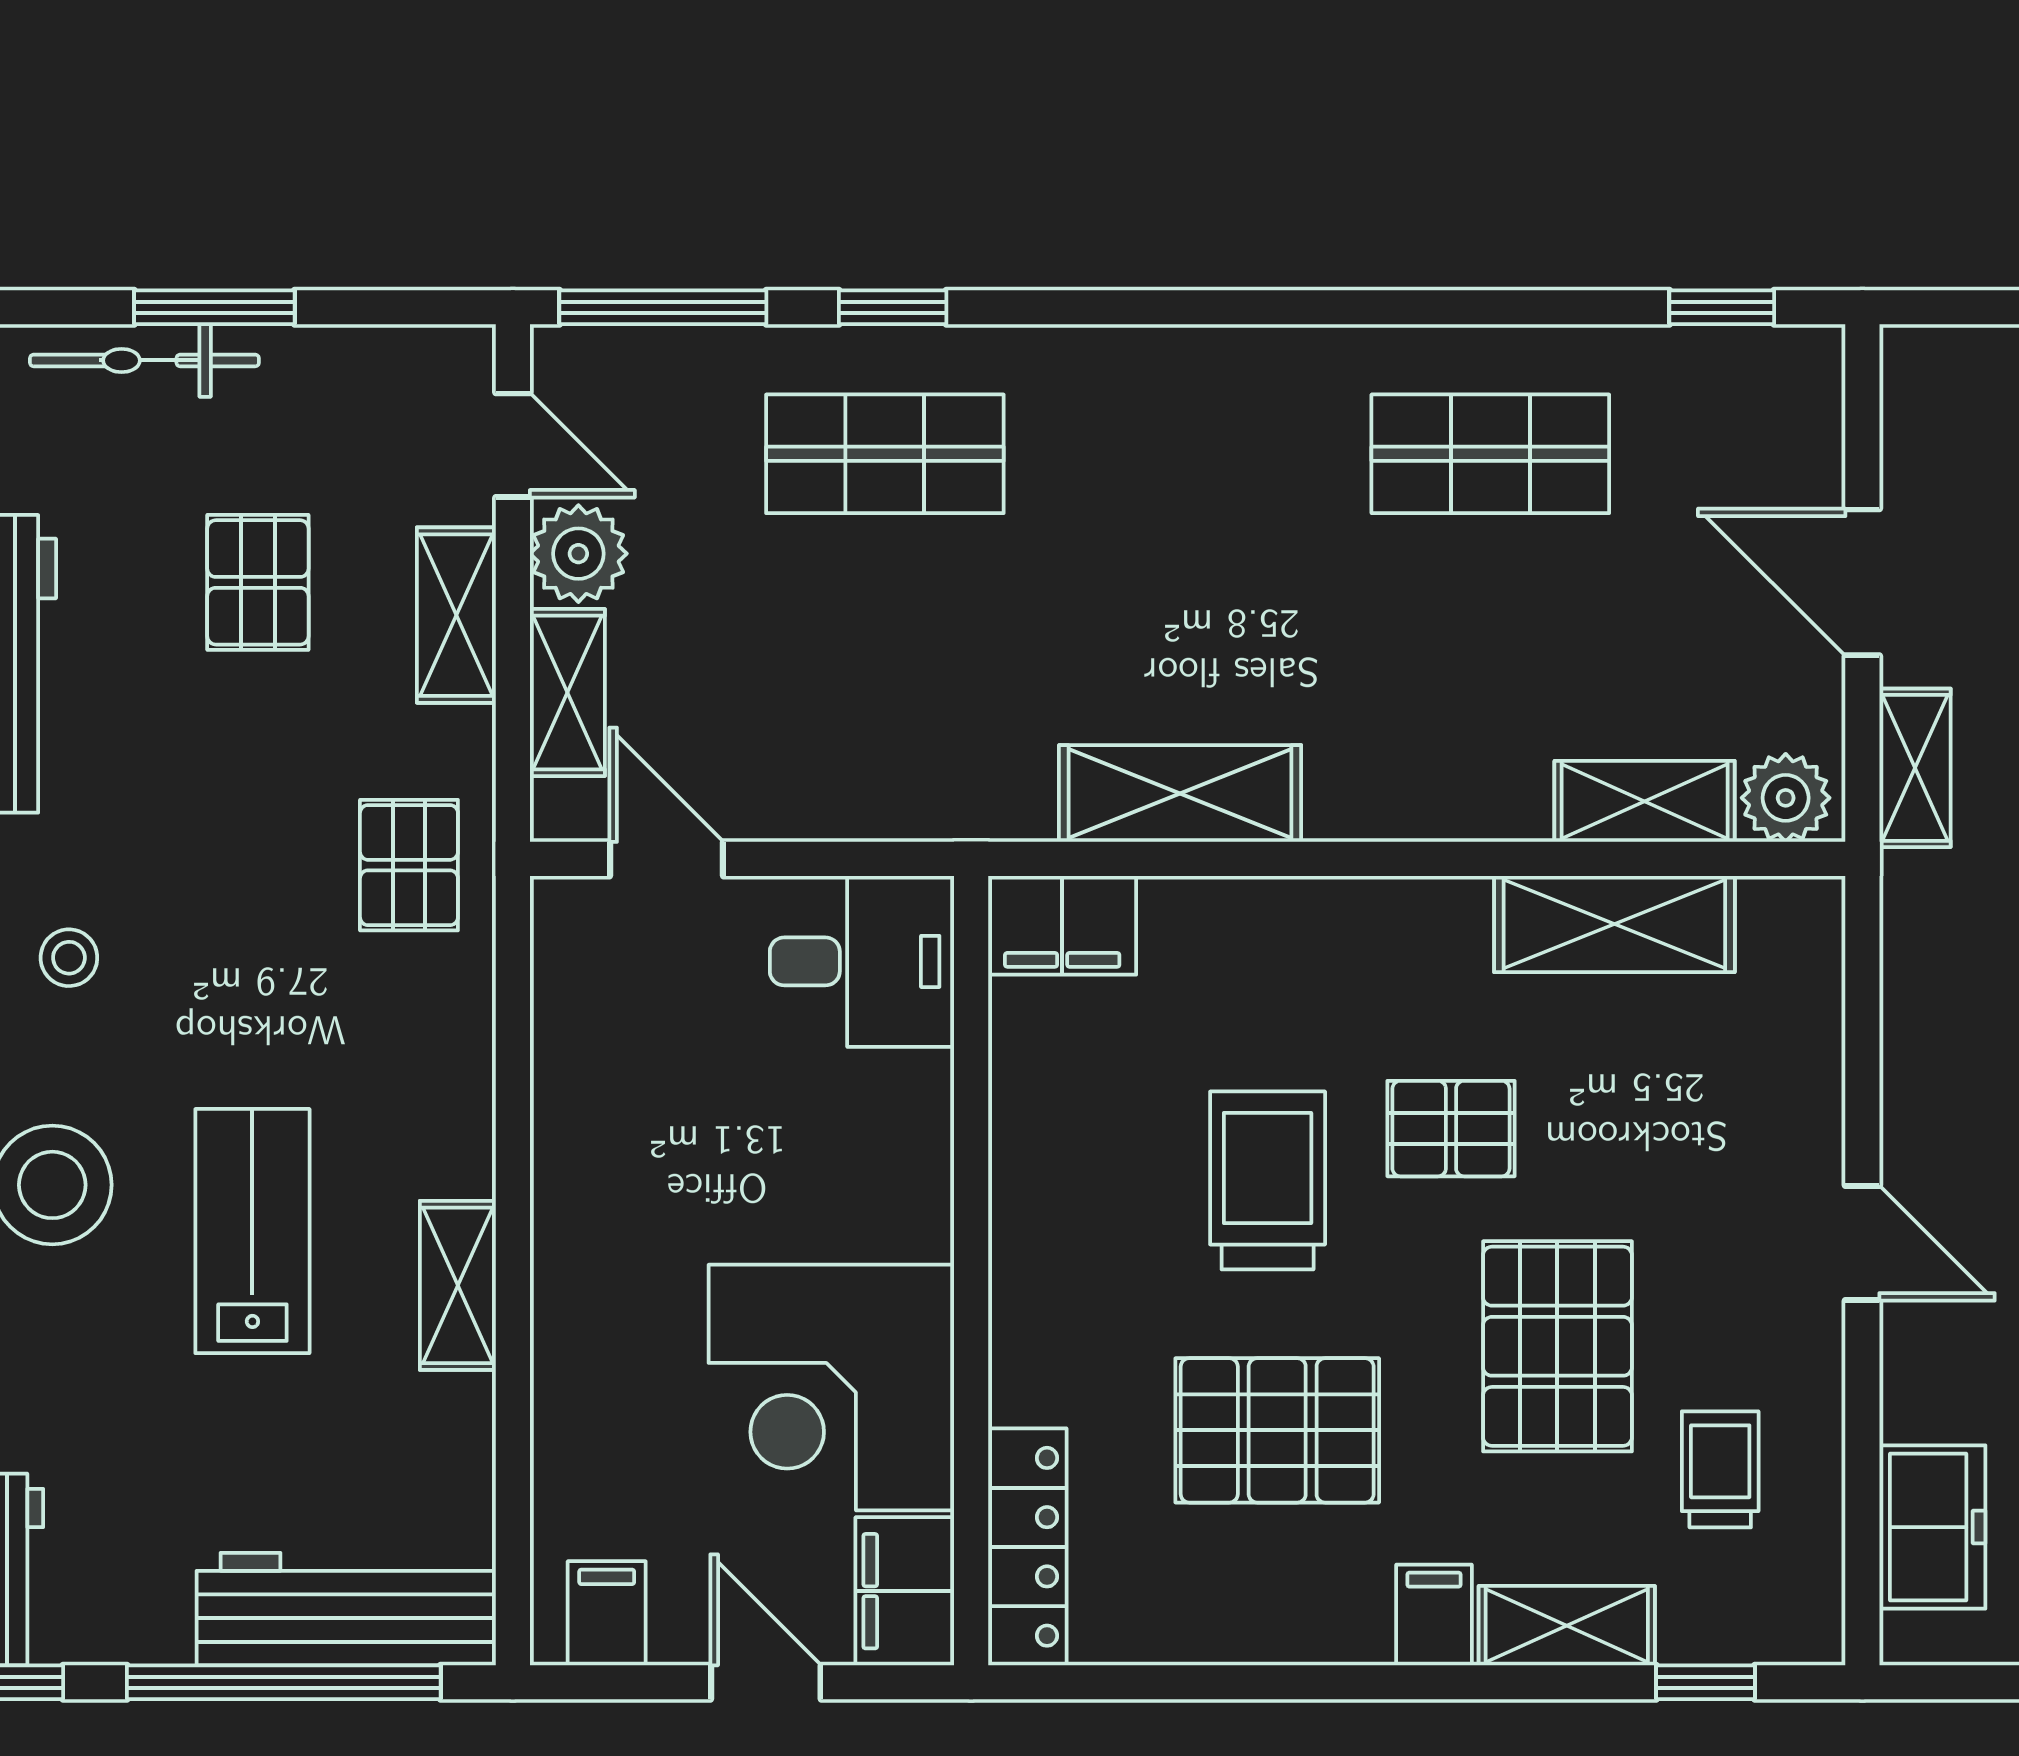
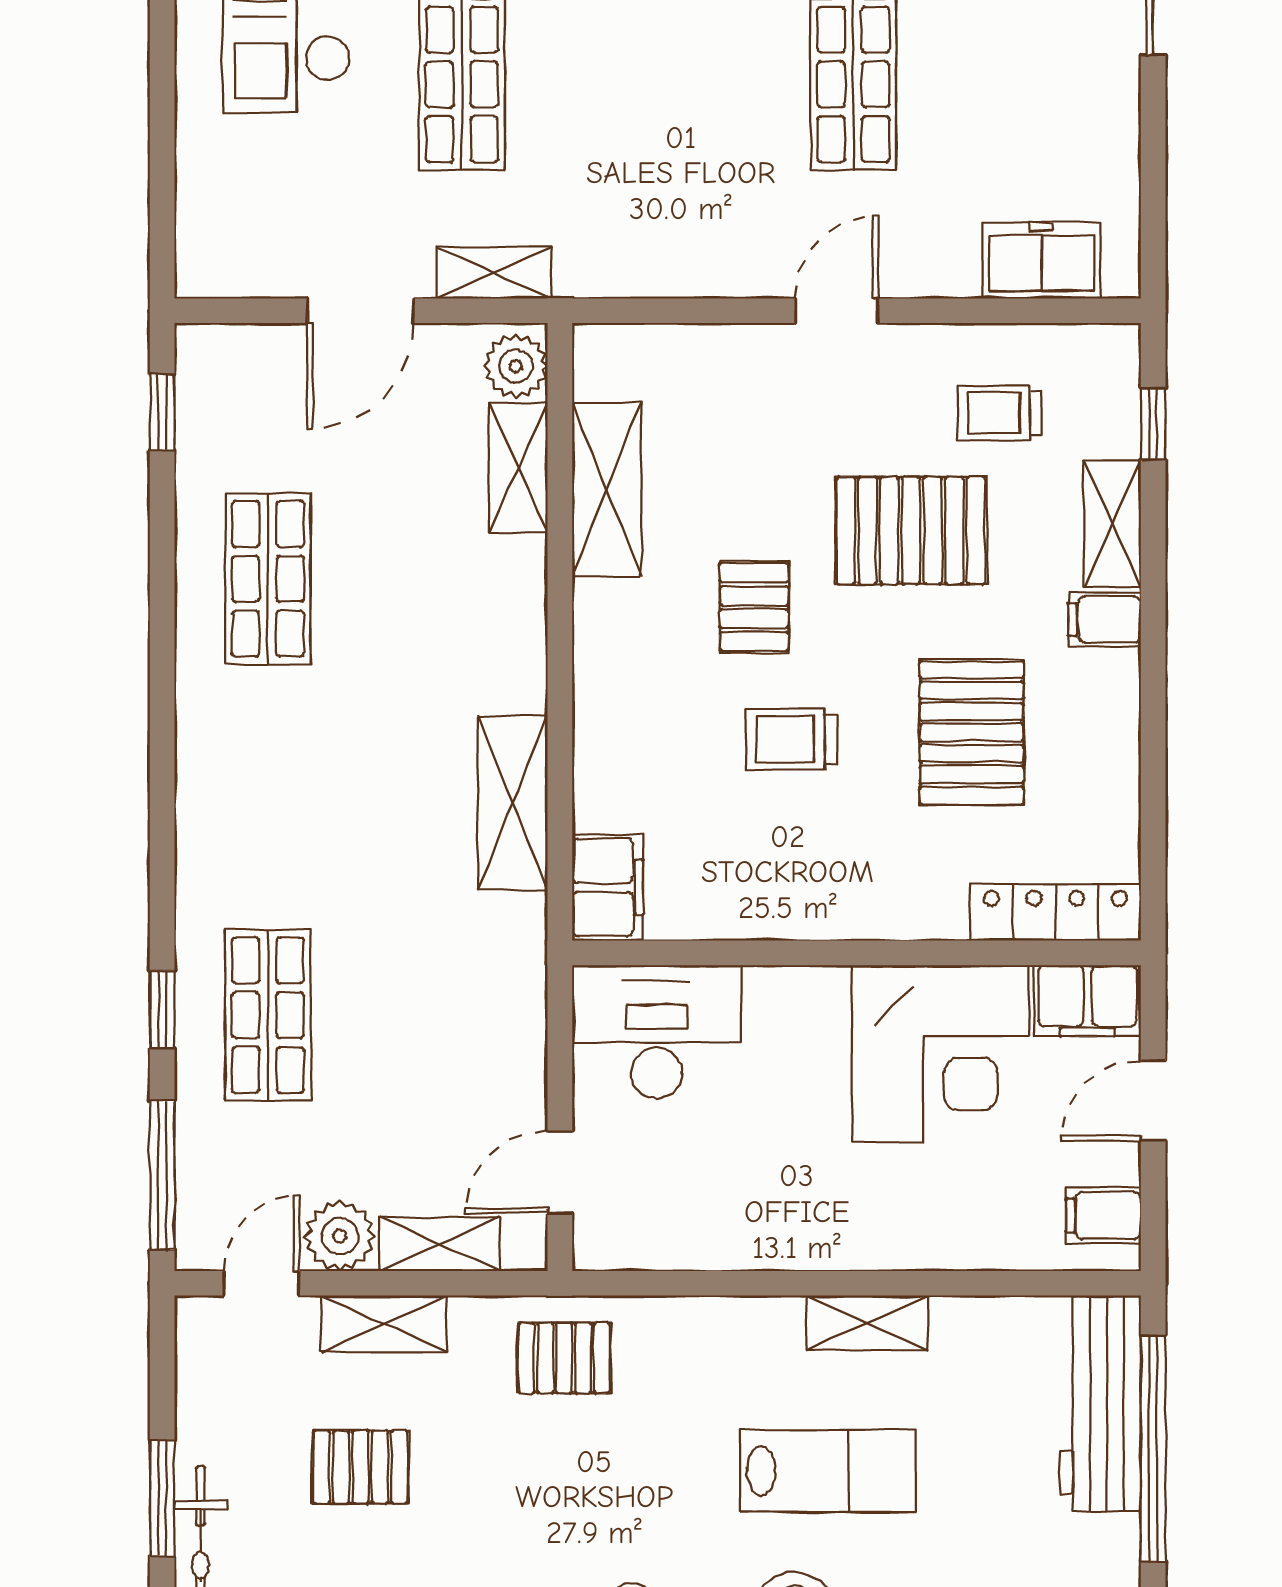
desk: (862, 961) -> (657, 1032), width x1.37
trolley: (1268, 1180) -> (791, 739), width x0.73, depth x0.72
lab bench: (252, 1231) -> (828, 1471), turned 180

